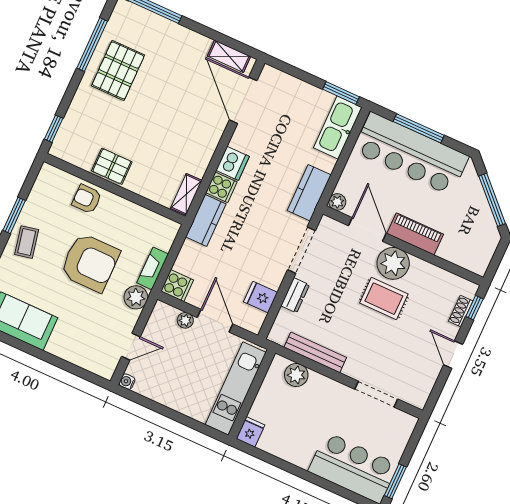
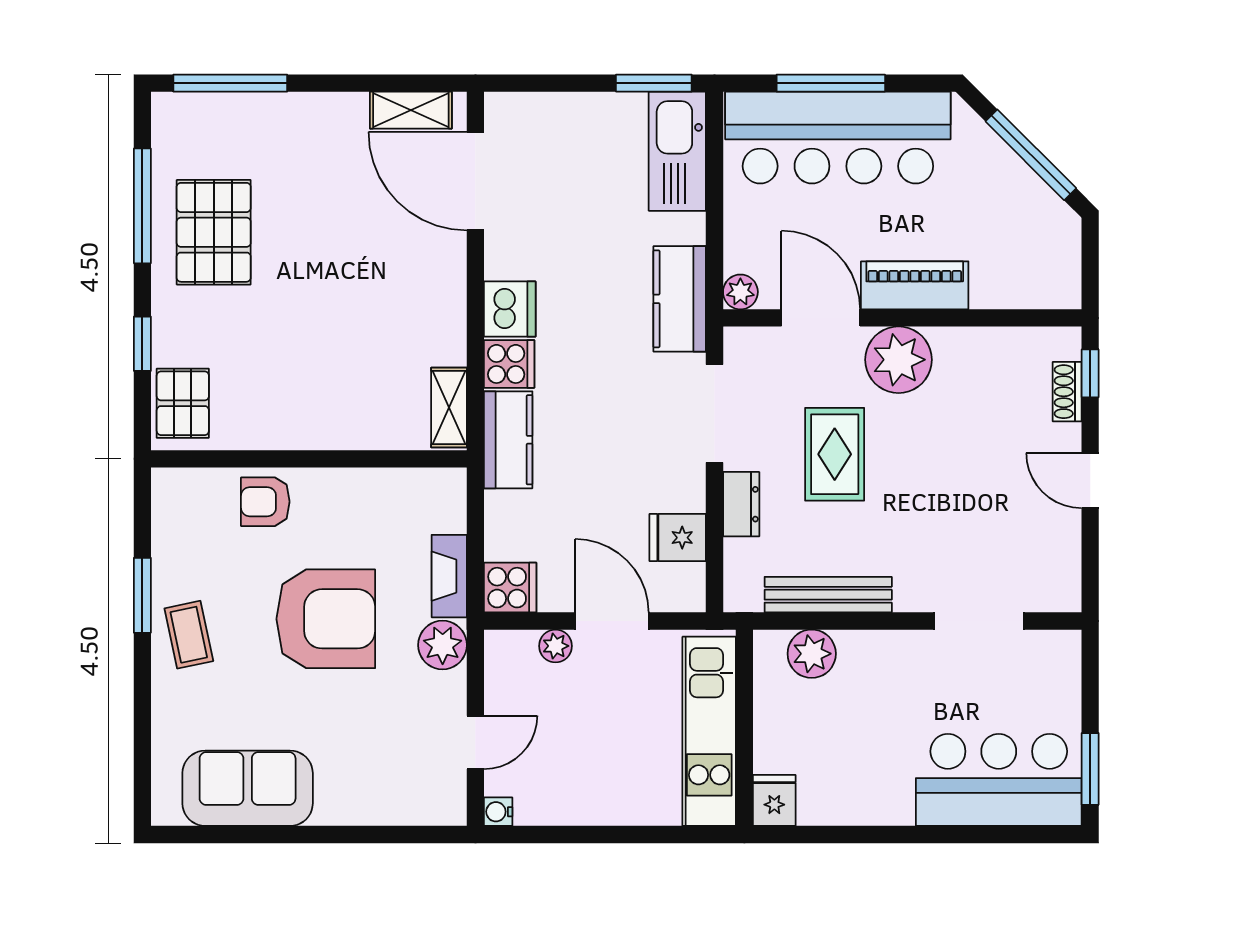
window: (54, 129) -> (142, 344), moved
pallet: (112, 166) -> (183, 403), moved, turned 90
rug: (384, 299) -> (835, 454), moved, turned 90

